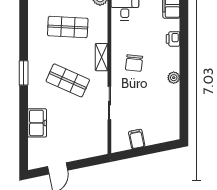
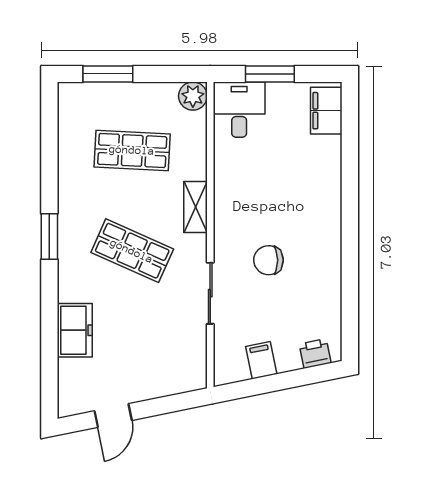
printer: (173, 39) -> (315, 353), moved, turned 79
chair: (134, 63) -> (268, 260), moved, turned 83
plant: (174, 78) -> (331, 245), removed

